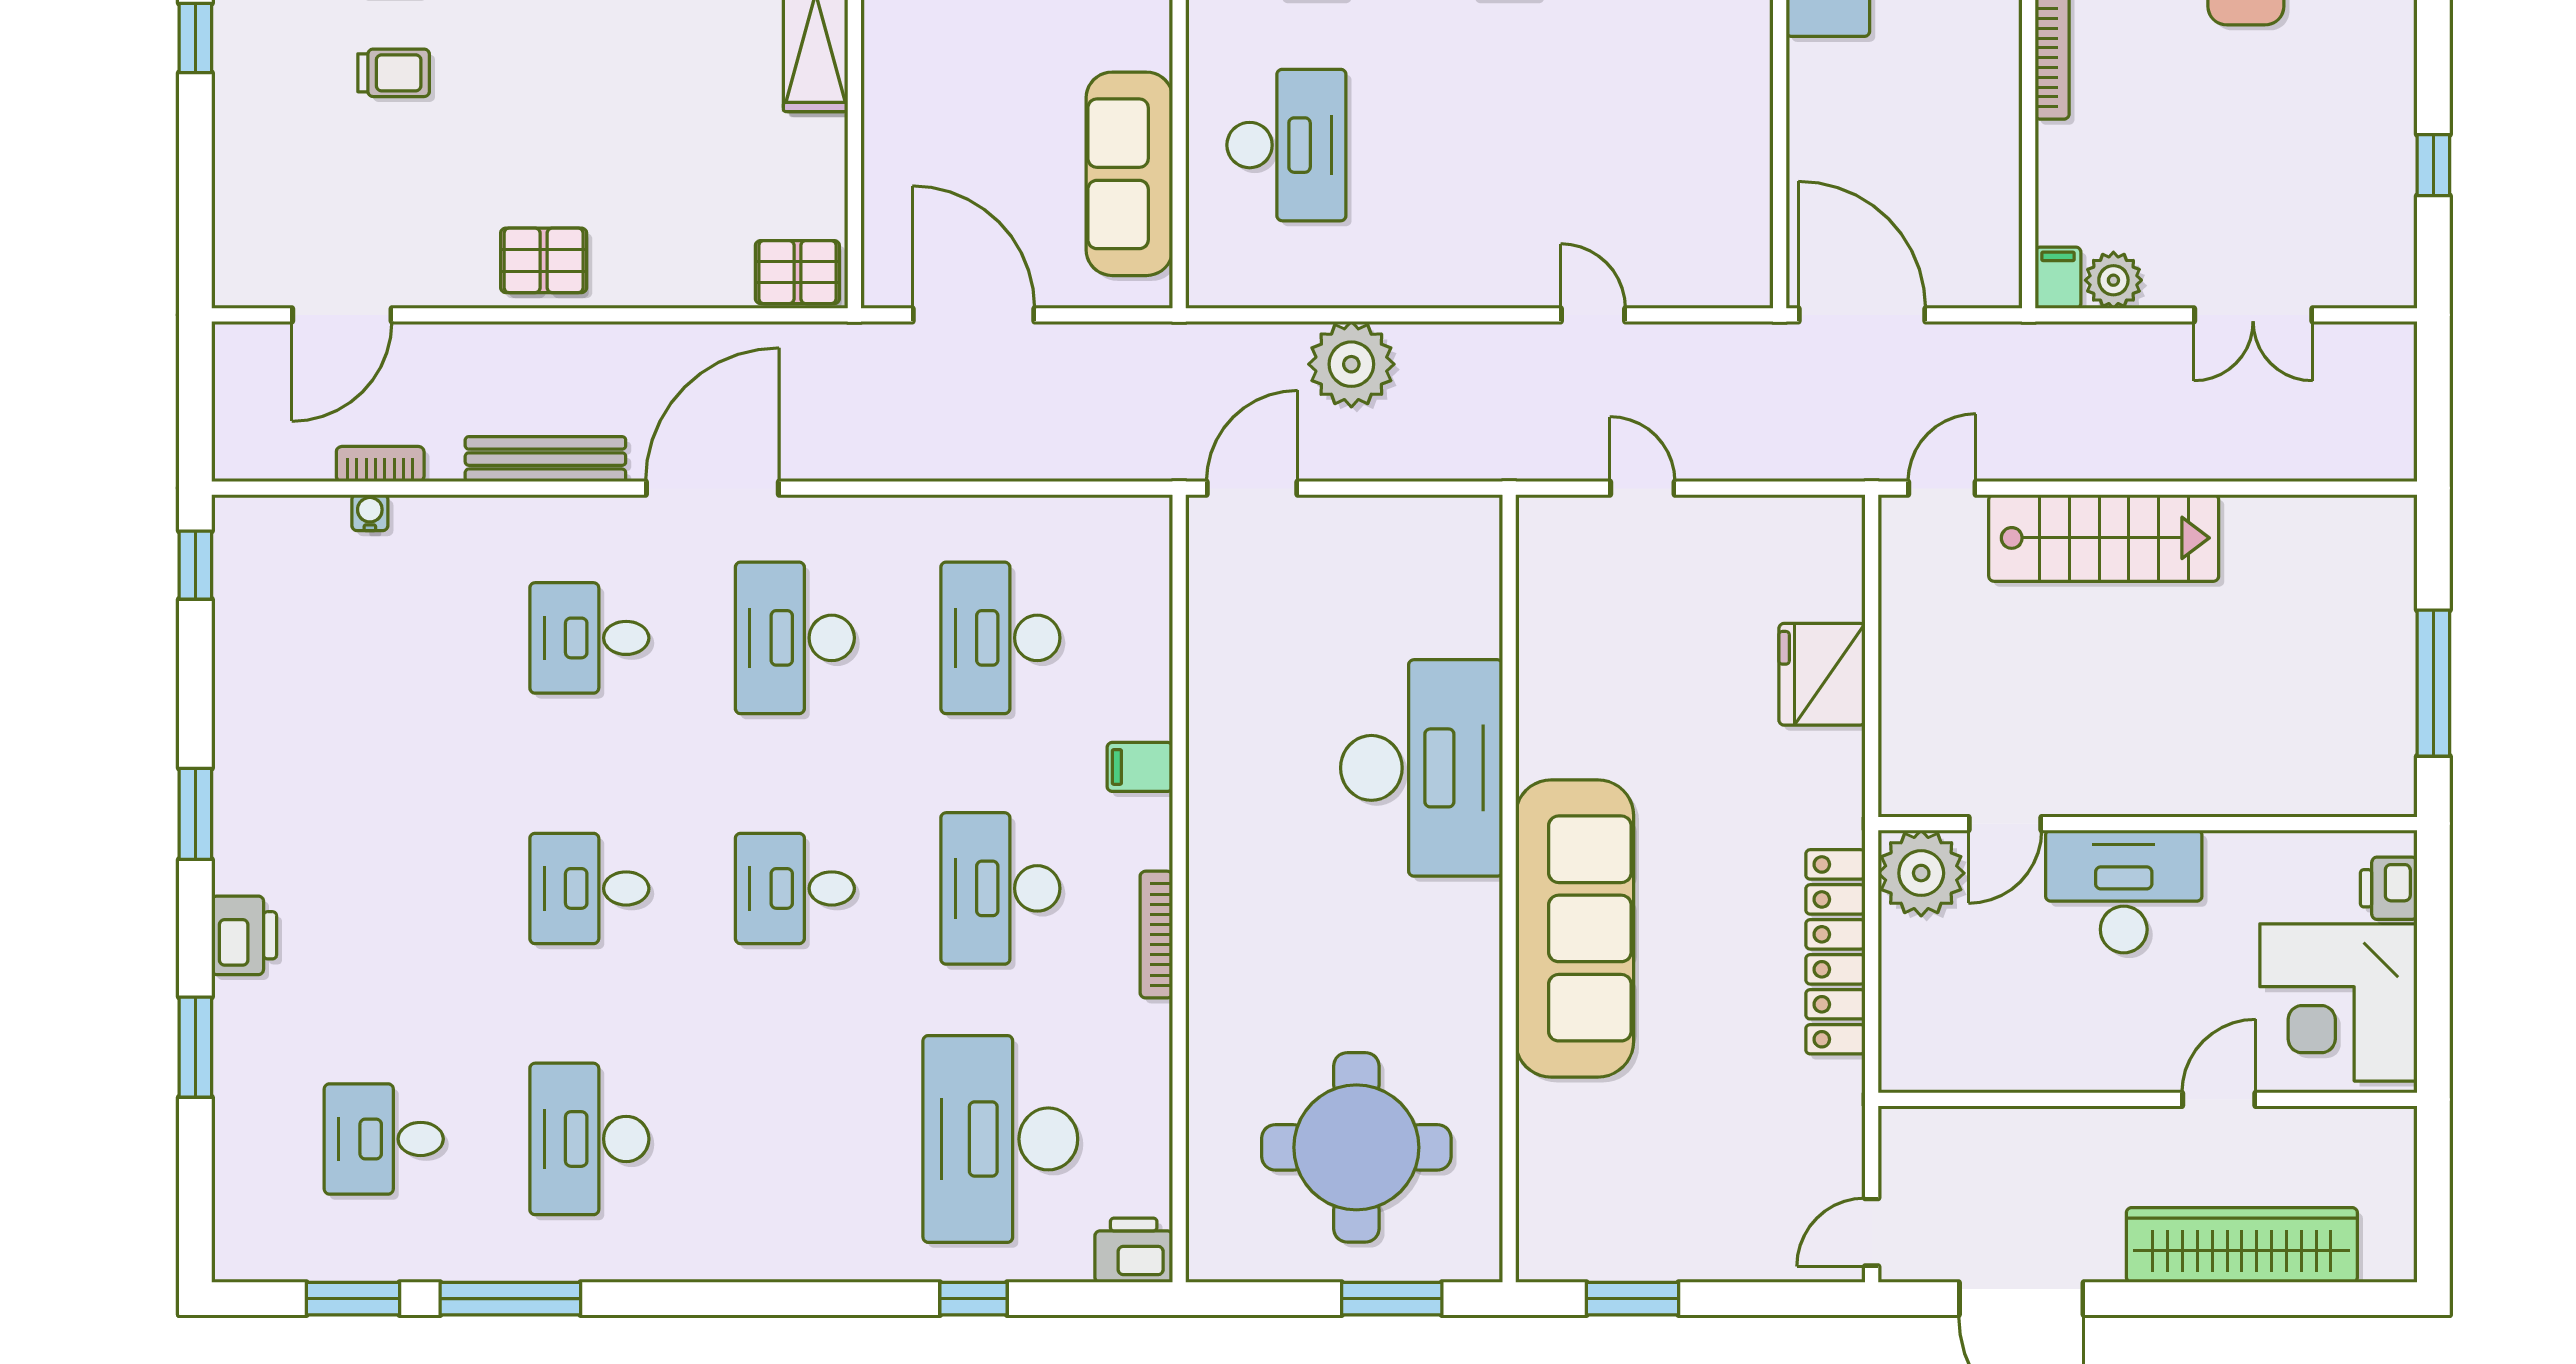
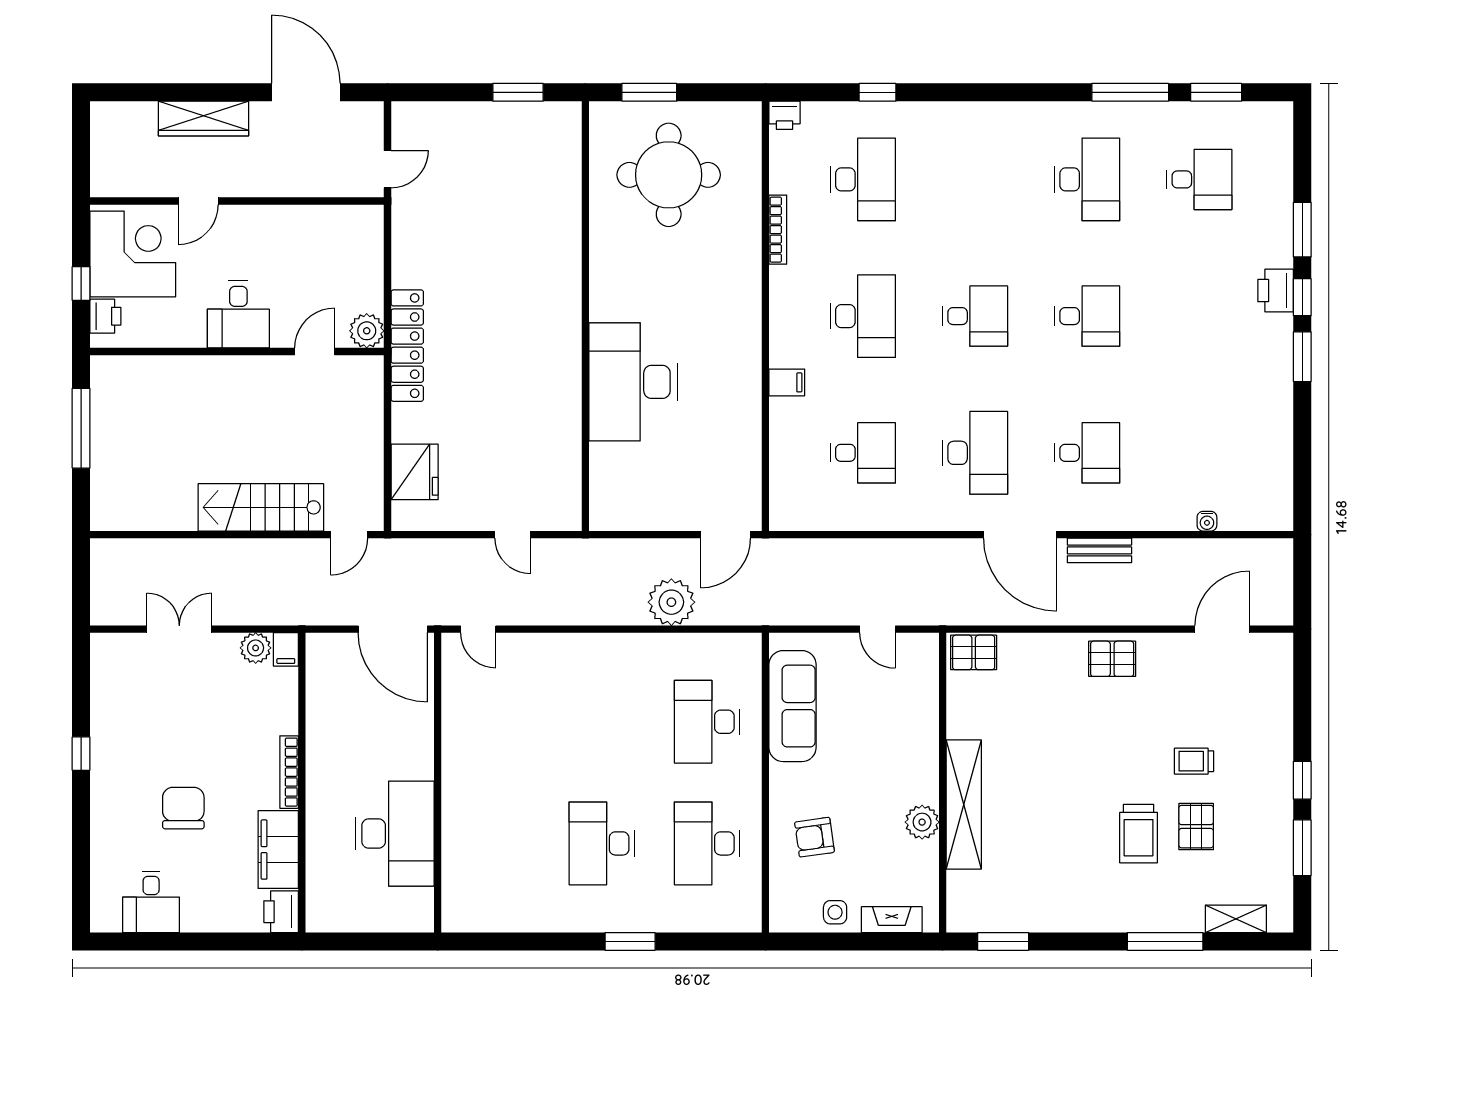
window: (2433, 165) -> (81, 754), moved
door: (974, 315) -> (878, 629), width x0.53
door: (1593, 315) -> (478, 629), moved
bench: (545, 459) -> (1099, 550), width x0.73
bookcase: (380, 464) -> (1201, 548), removed
door: (712, 488) -> (1020, 535), hinge flipped
window: (195, 565) -> (1302, 297), moved
desk: (1000, 638) -> (863, 453), width x0.73
fridge: (1822, 674) -> (415, 472), moved
plant: (1921, 873) -> (367, 331), width x0.73, depth x0.73
desk: (2124, 891) -> (238, 314), width x0.73
sofa: (1575, 928) -> (550, 294), removed
bookcase: (1156, 935) -> (778, 230), moved
window: (2433, 948) -> (81, 284), added
locker: (1835, 952) -> (407, 346), moved
desk: (1000, 1139) -> (863, 179), width x0.73, depth x0.77
door: (1872, 1232) -> (387, 169), moved
wardrobe: (2242, 1245) -> (203, 119), width x0.71, depth x0.85
printer: (1134, 1250) -> (785, 115), width x0.73, depth x0.81

